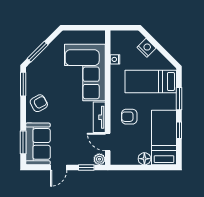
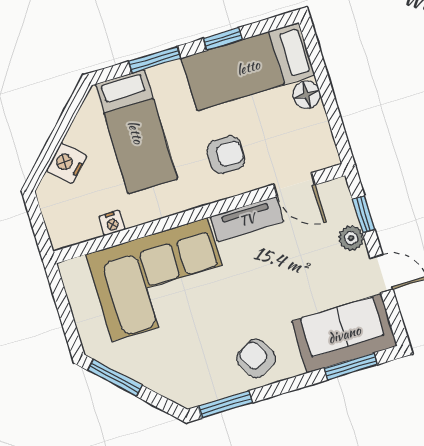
window: (38, 52) -> (115, 378), moved
armchair: (129, 117) -> (226, 155), turned -90
door: (108, 142) -> (294, 185), hinge flipped
plant: (99, 159) -> (351, 238), moved

